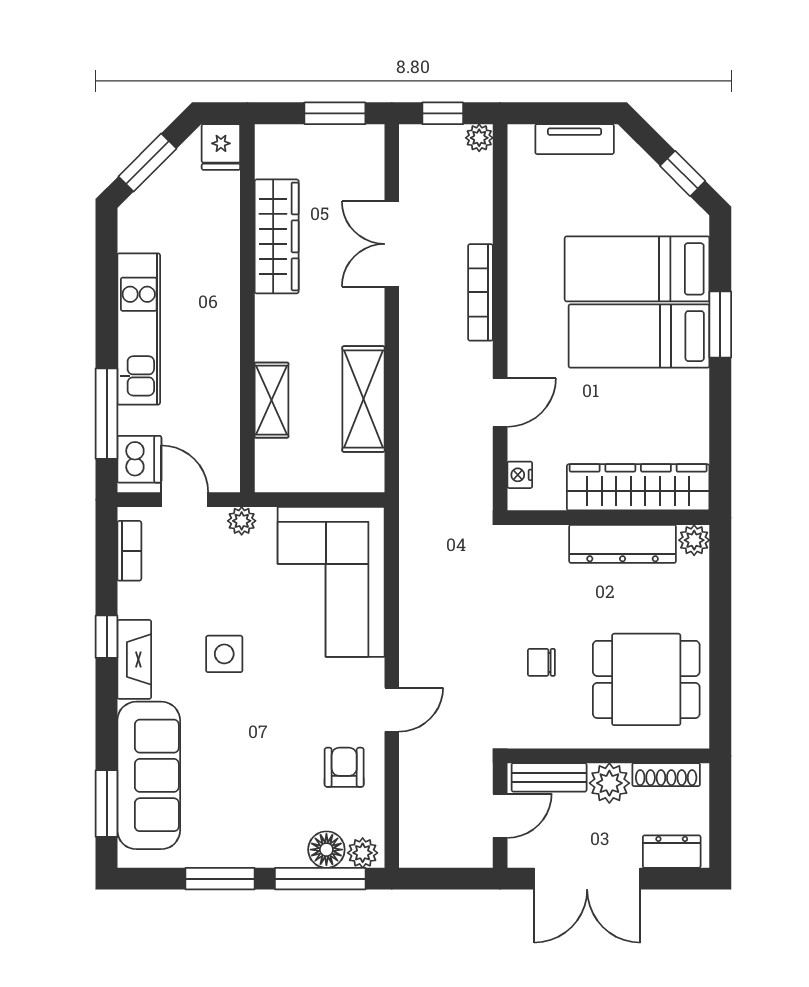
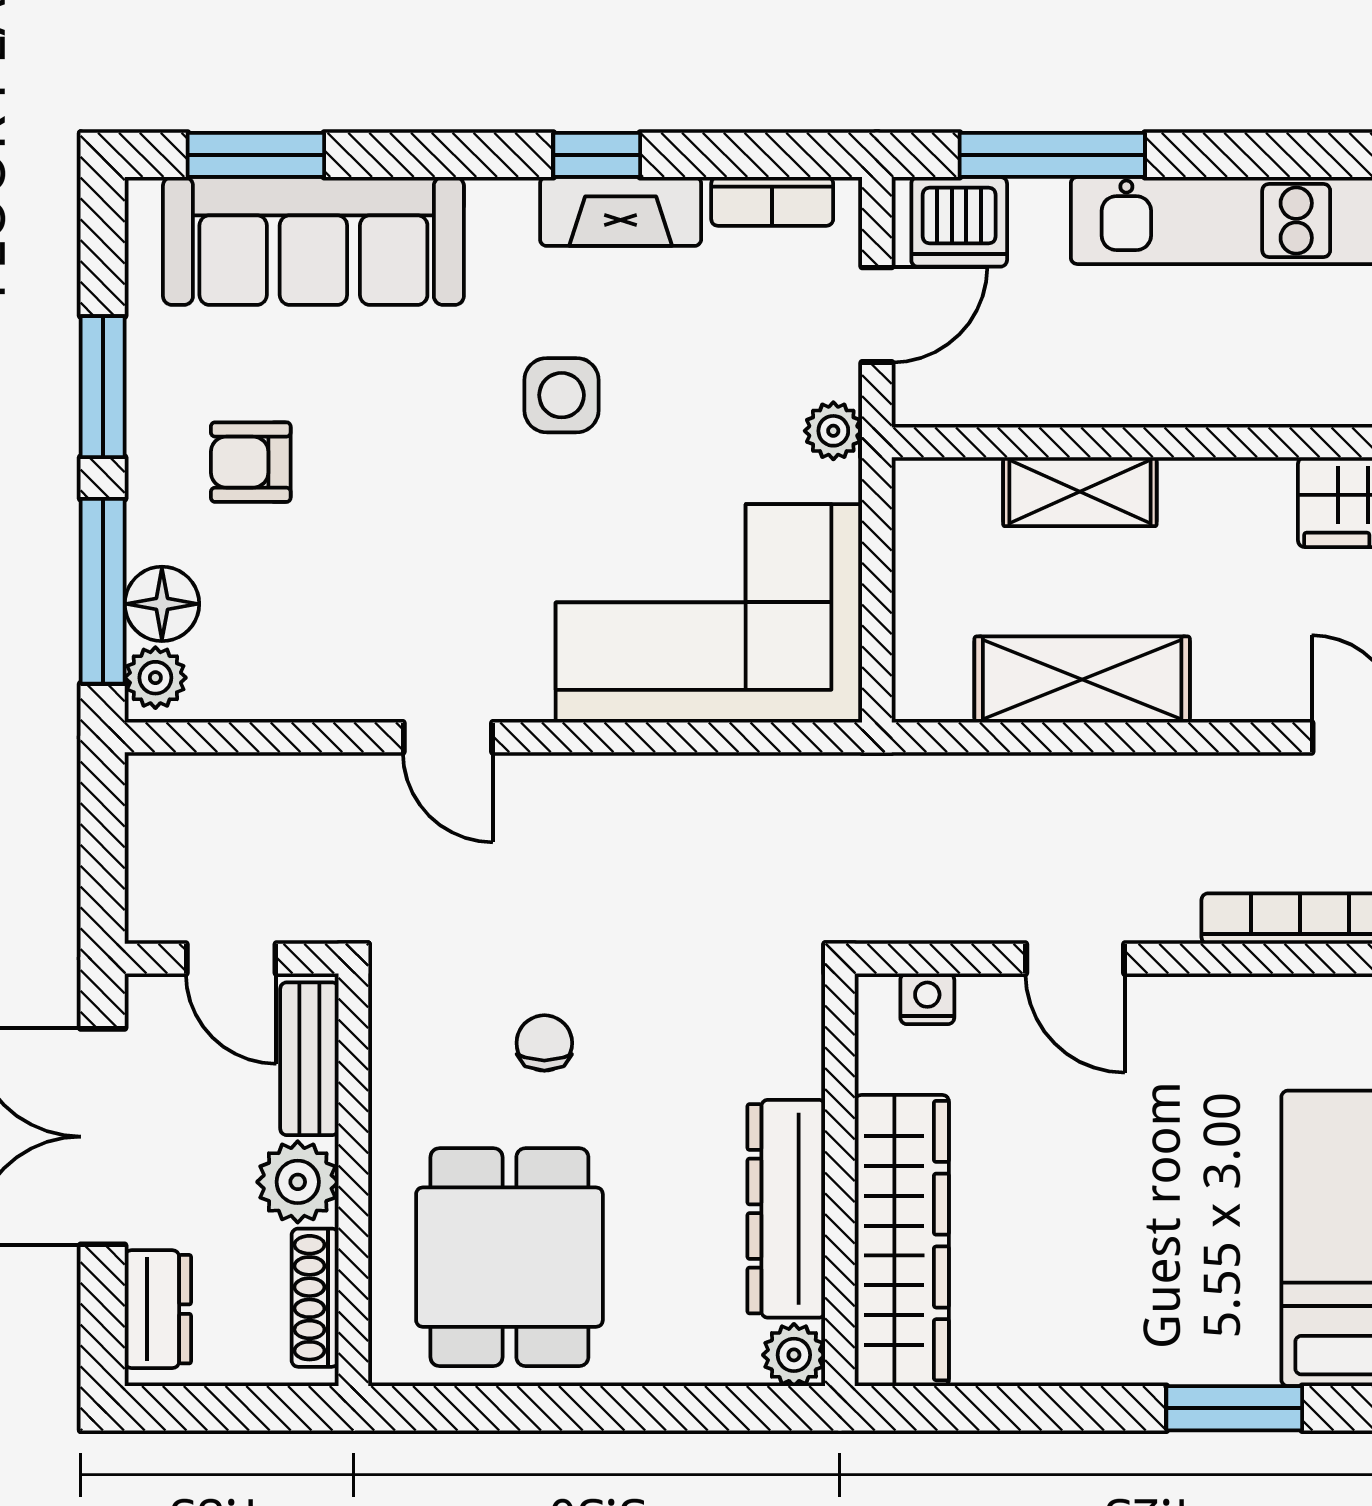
bed: (639, 336) -> (1211, 1242), removed
fireplace: (134, 659) -> (621, 211), moved
armchair: (344, 767) -> (251, 462), moved, turned 180

